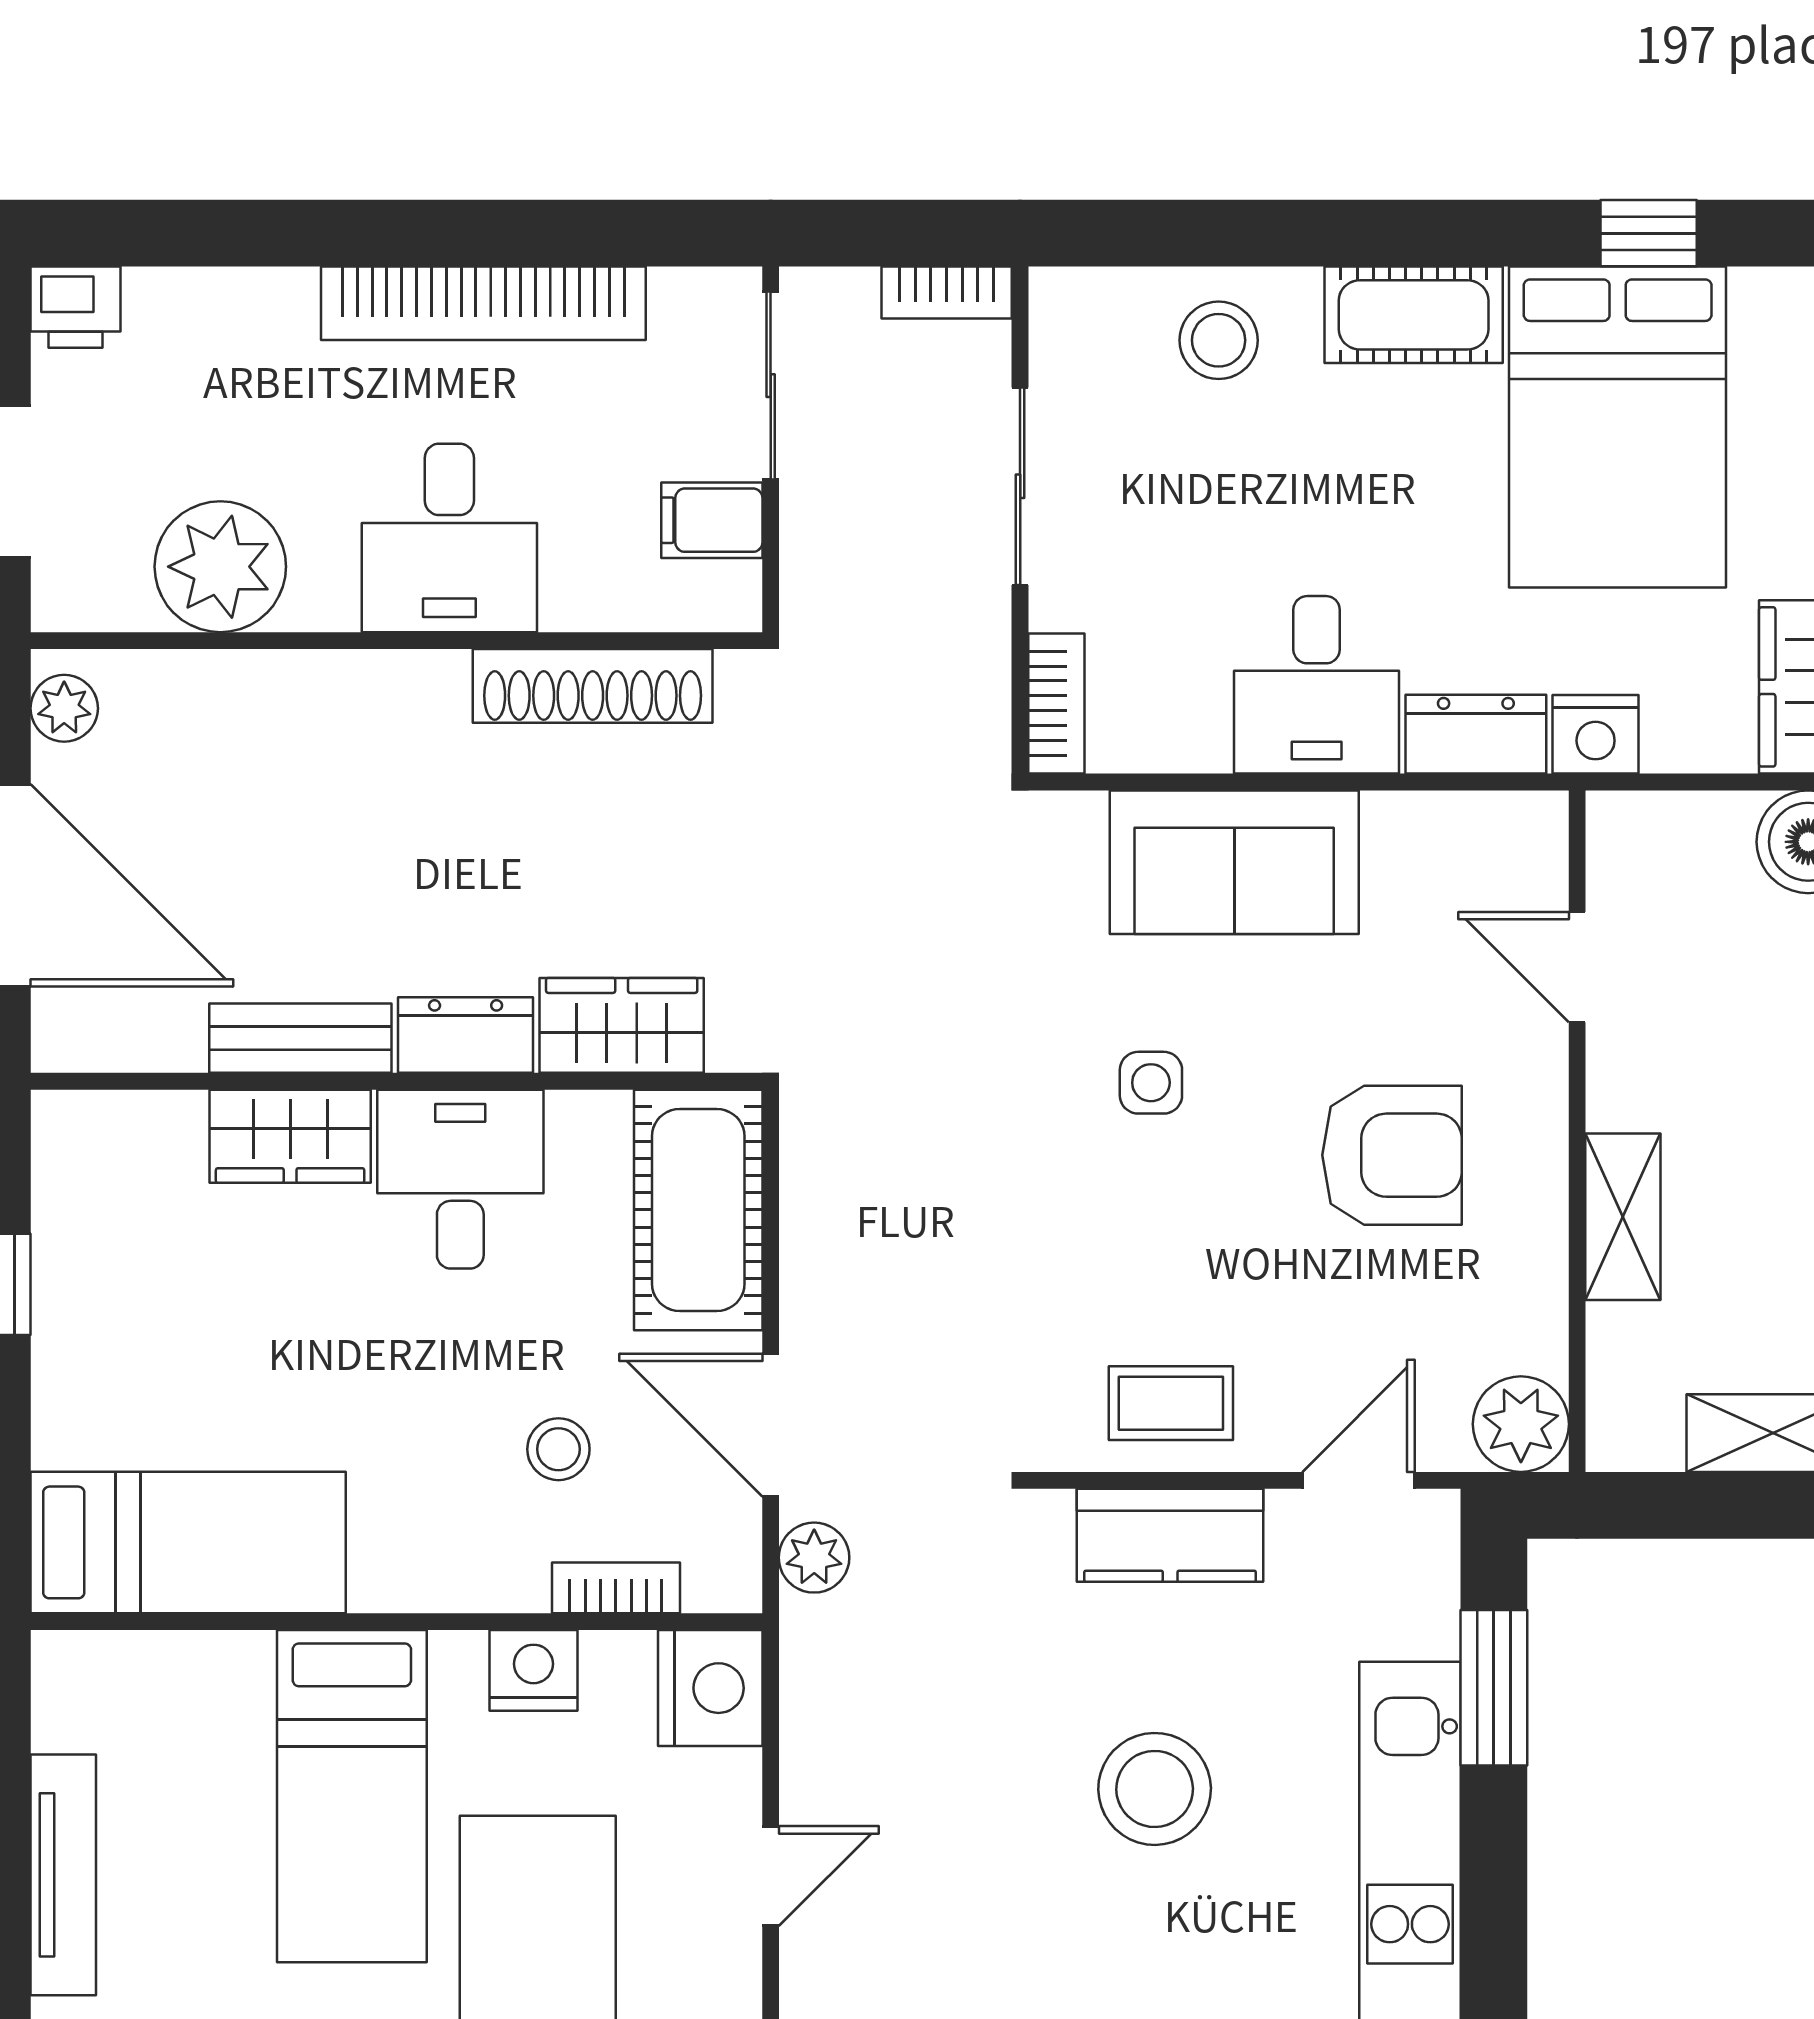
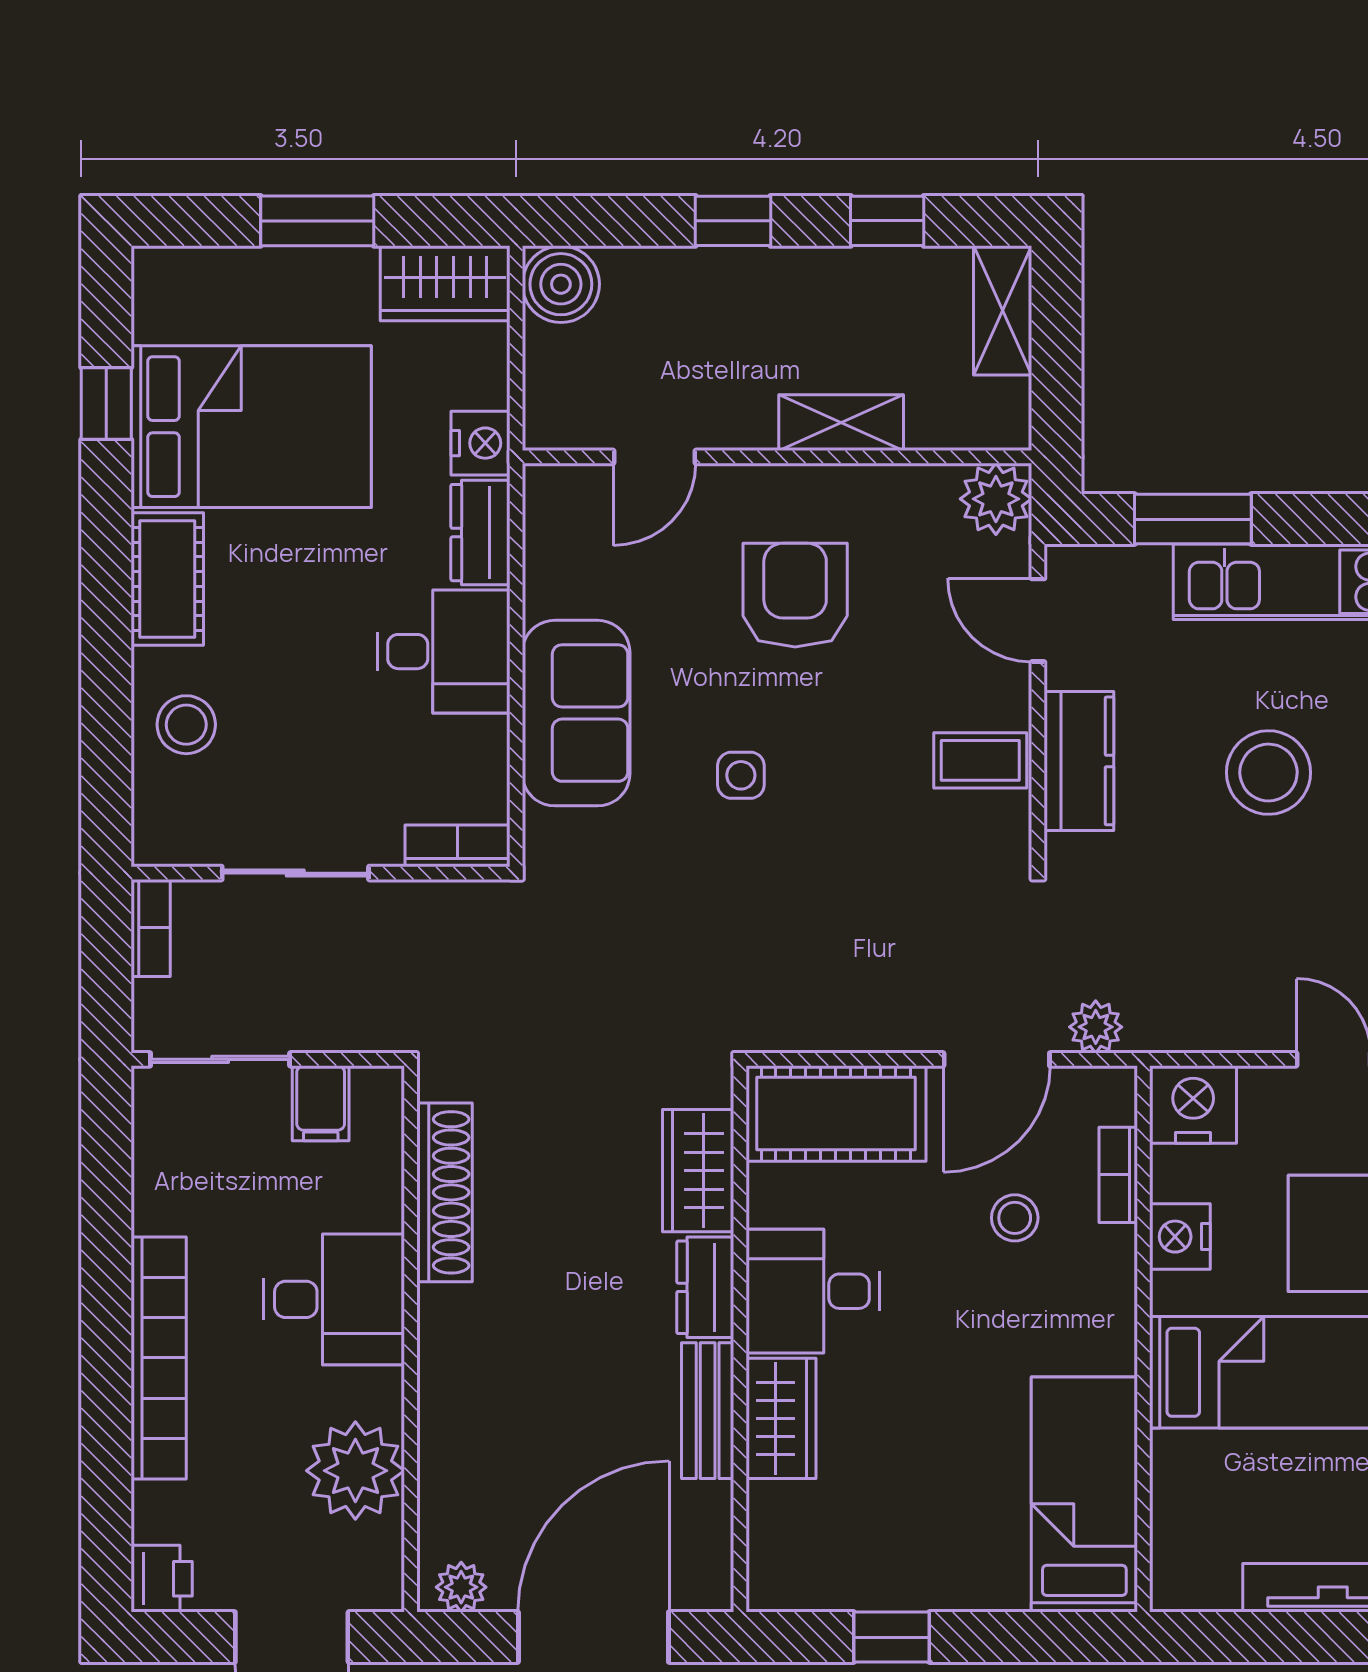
bookcase: (483, 303) -> (159, 1358), moved
coffee table: (1171, 1403) -> (980, 760), turned 90

